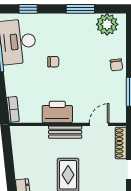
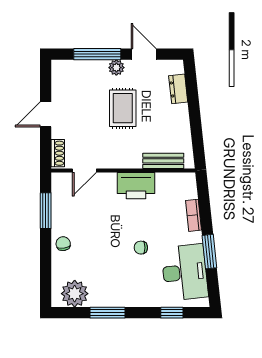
bookcase: (13, 109) -> (194, 215), moved
bench: (65, 132) -> (163, 161), moved
shoe rack: (121, 143) -> (58, 153), width x0.70

